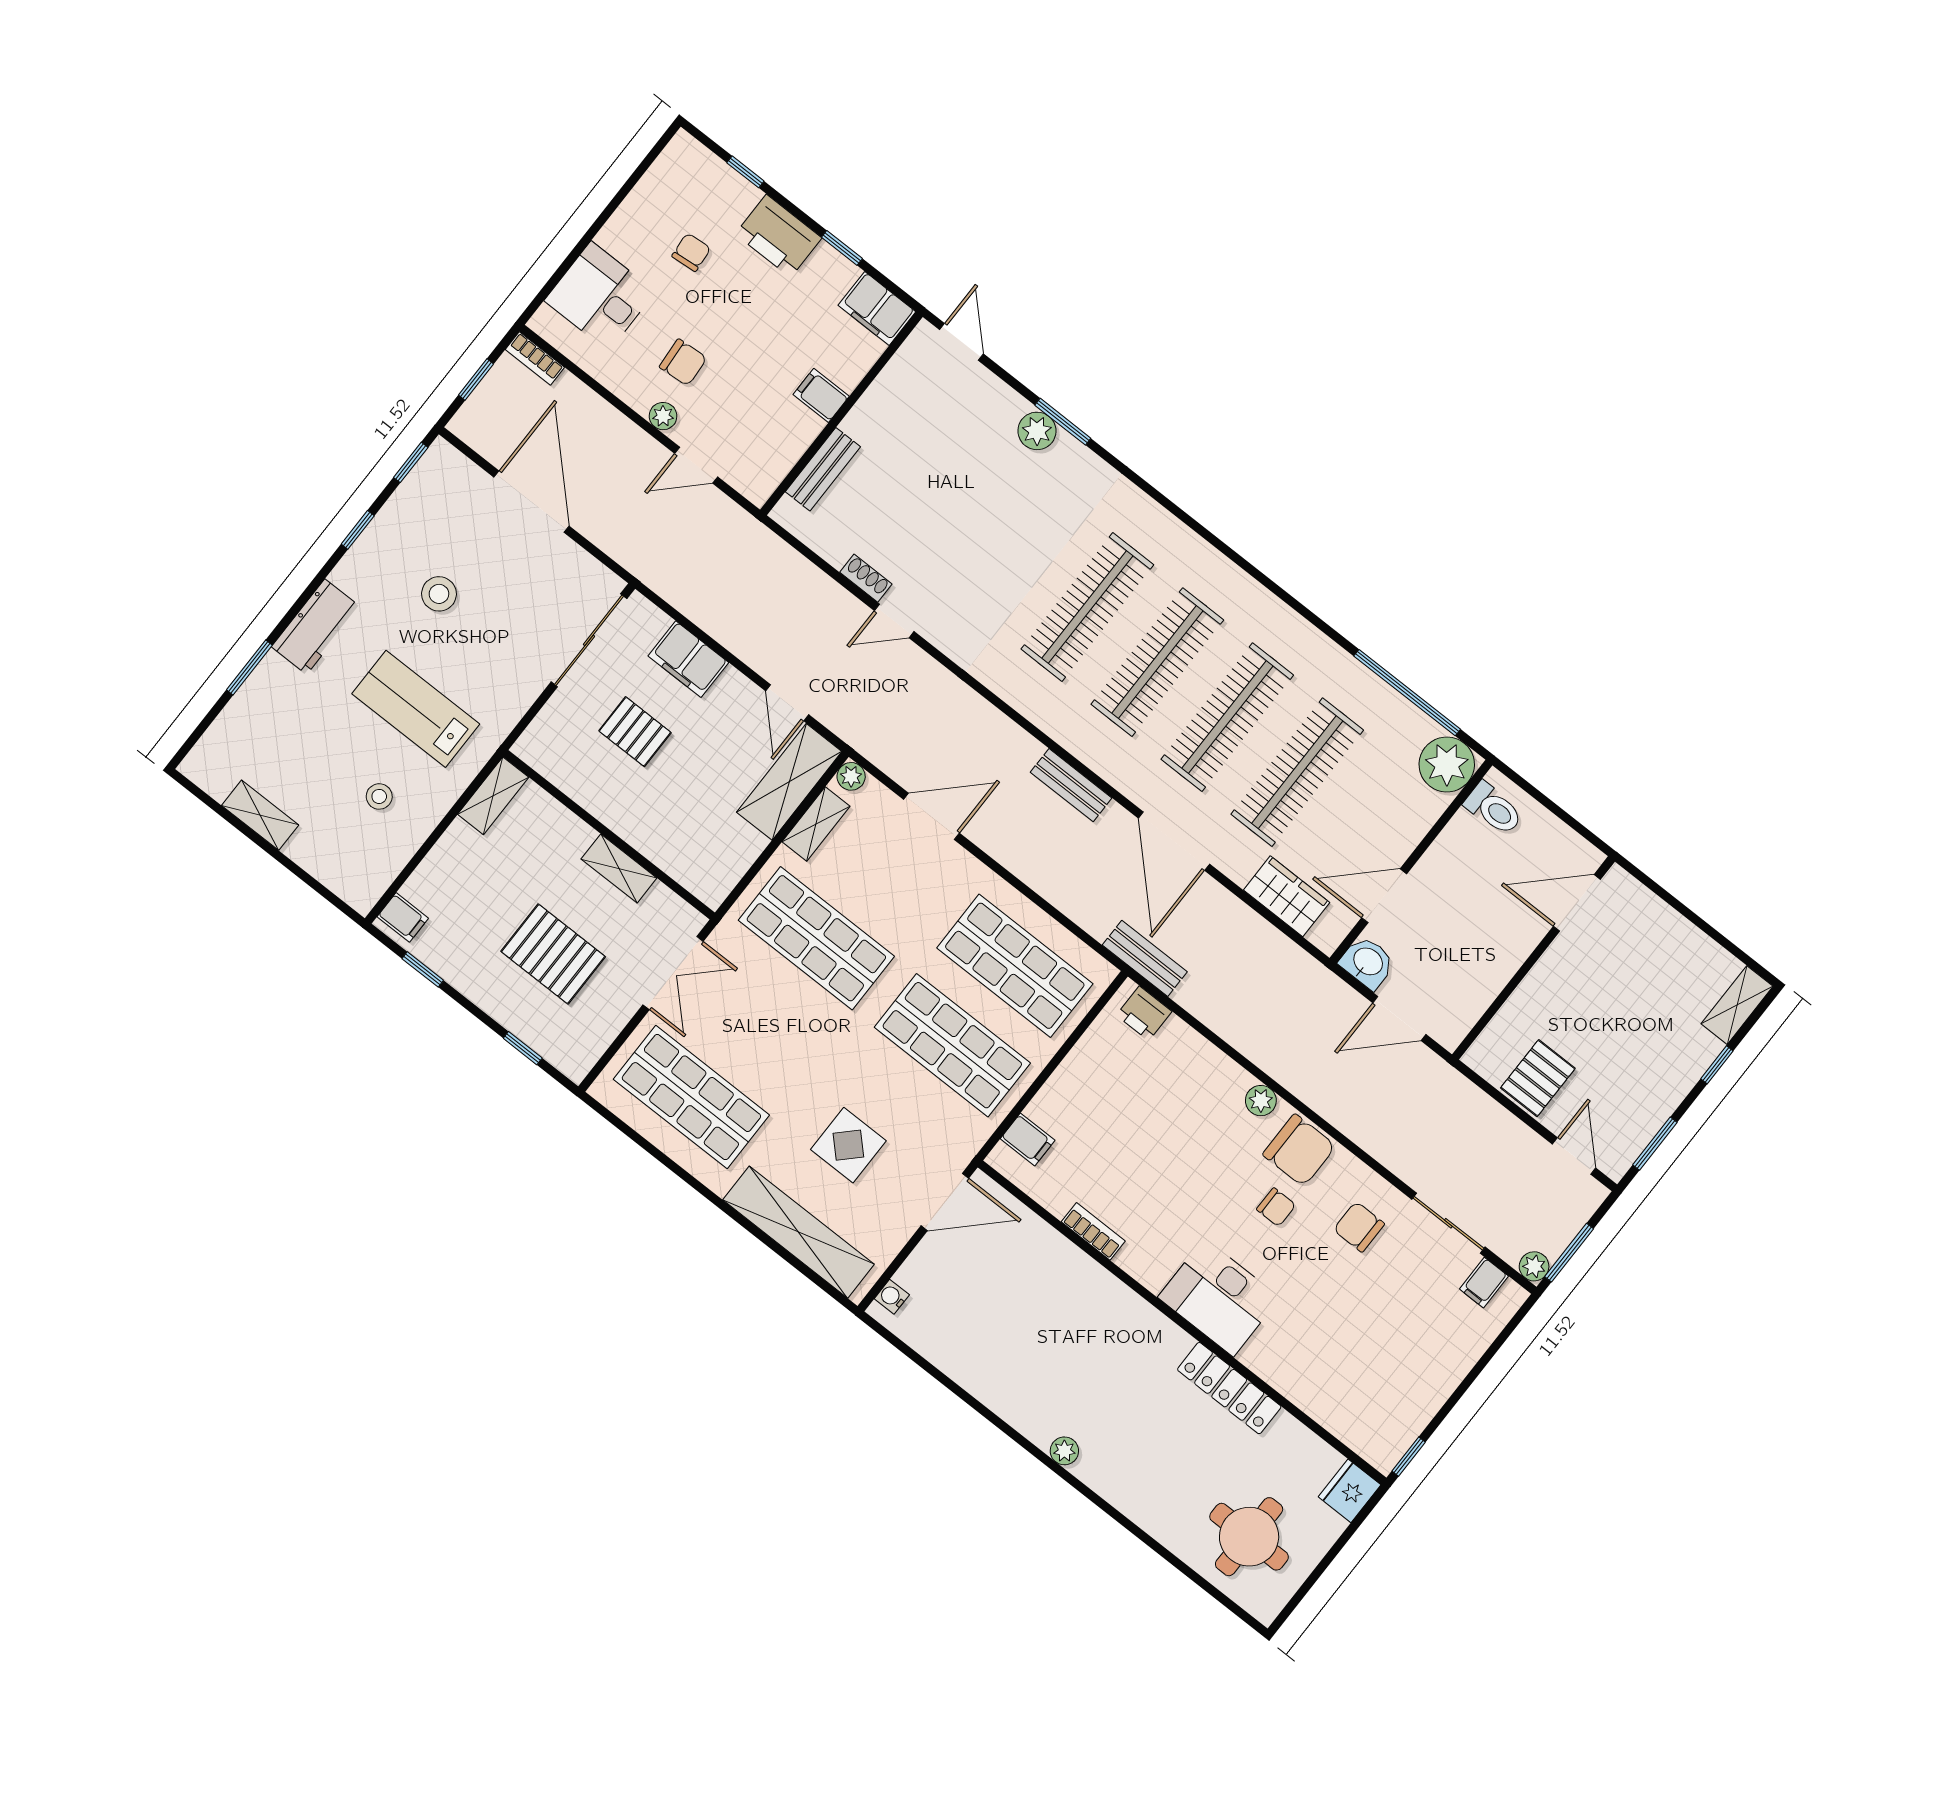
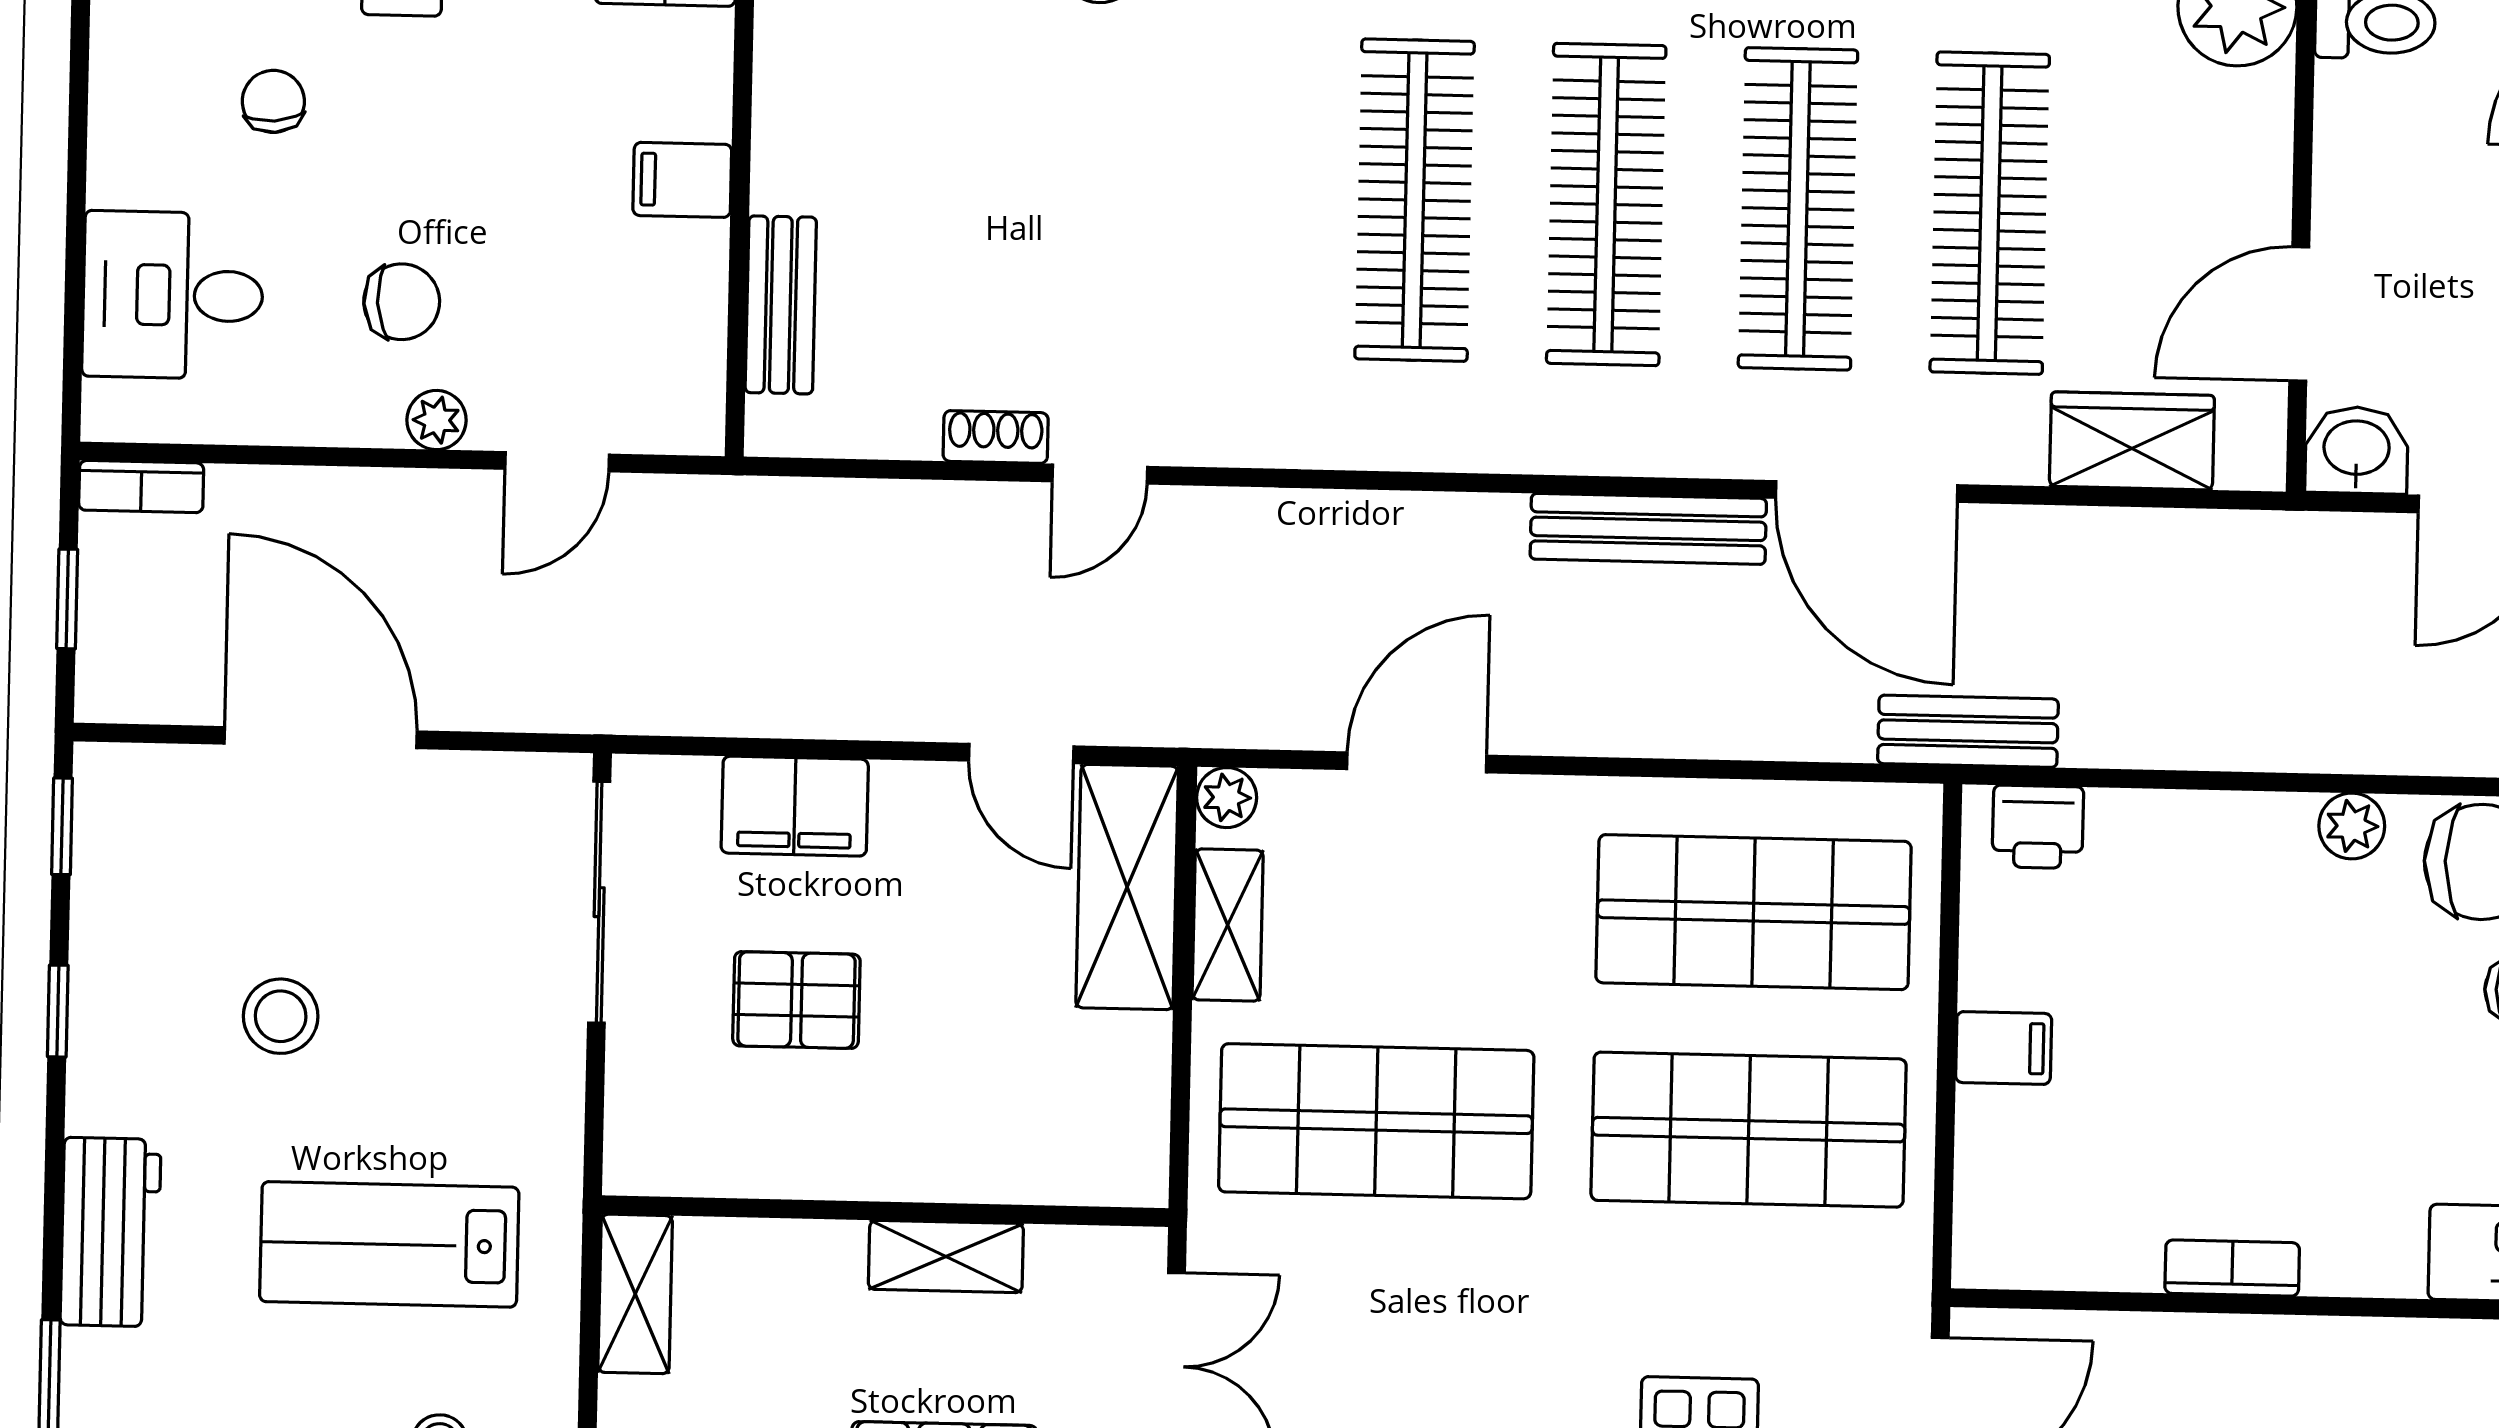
bench: (1071, 785) -> (1648, 529), width x1.36
filing cabinet: (1028, 1139) -> (2004, 1048), moved

